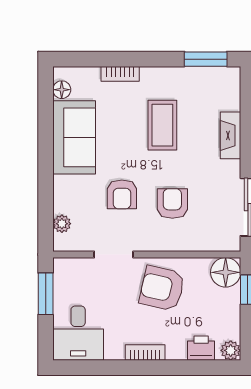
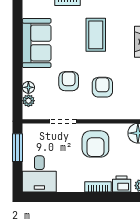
floor lamp: (62, 90) -> (28, 87), moved
armchair: (122, 194) -> (69, 81), turned 180
armchair: (162, 288) -> (95, 144), turned -103
bookcase: (145, 353) -> (98, 187), moved

